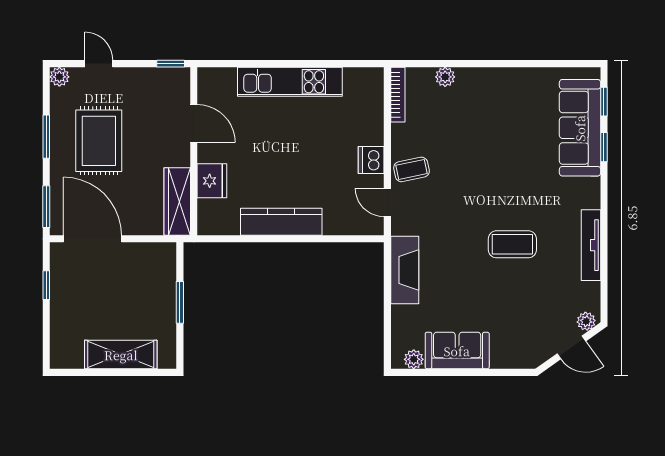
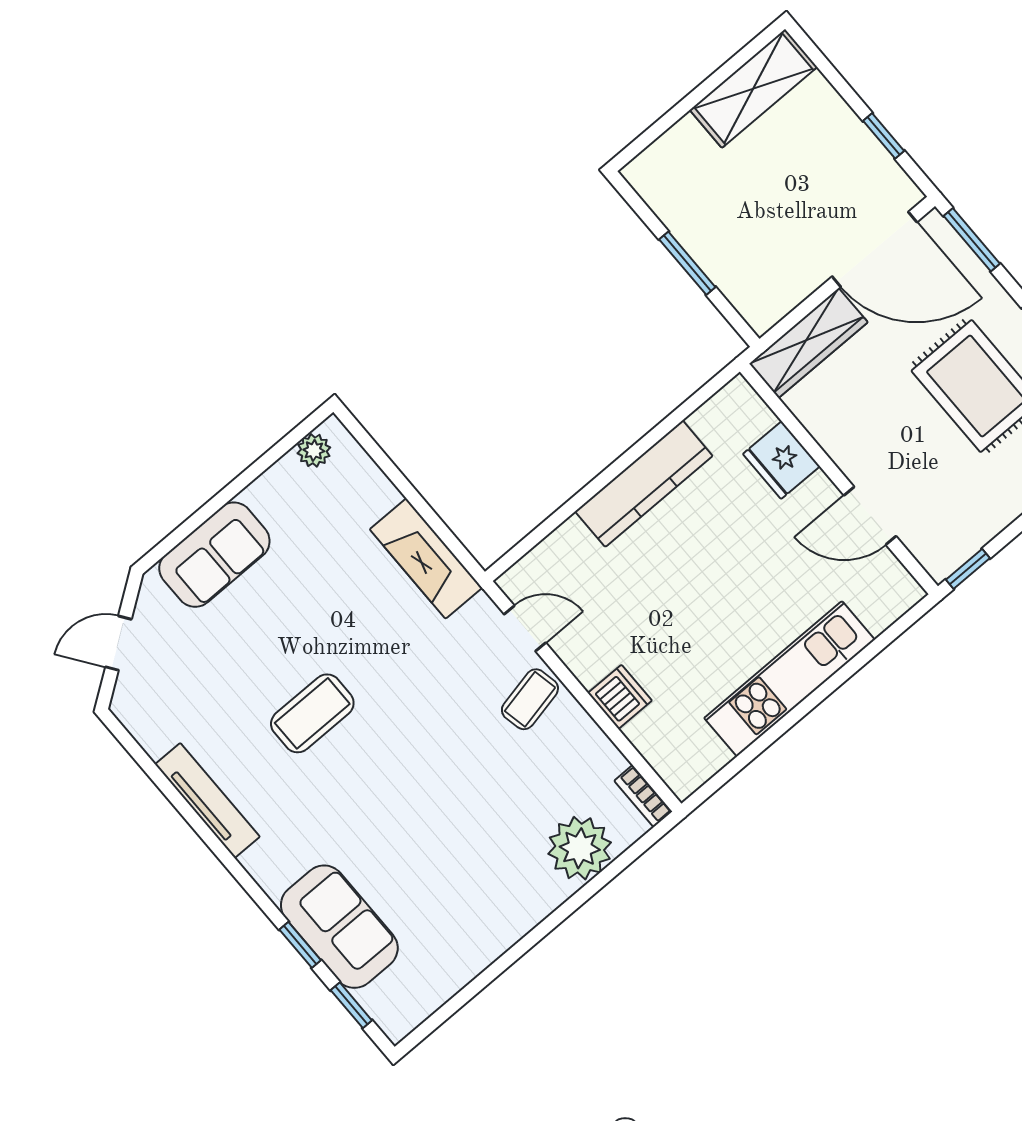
plant: (445, 77) -> (580, 848), width x1.88, depth x1.88
bookcase: (398, 95) -> (643, 796), width x0.64
sofa: (580, 128) -> (339, 927), width x0.73
dishwasher: (371, 160) -> (620, 697), moved
wardrobe: (177, 201) -> (808, 343), moved, turned 90
plant: (586, 321) -> (128, 694), removed
sofa: (457, 351) -> (214, 555), moved
shelving: (121, 355) -> (753, 88), moved

